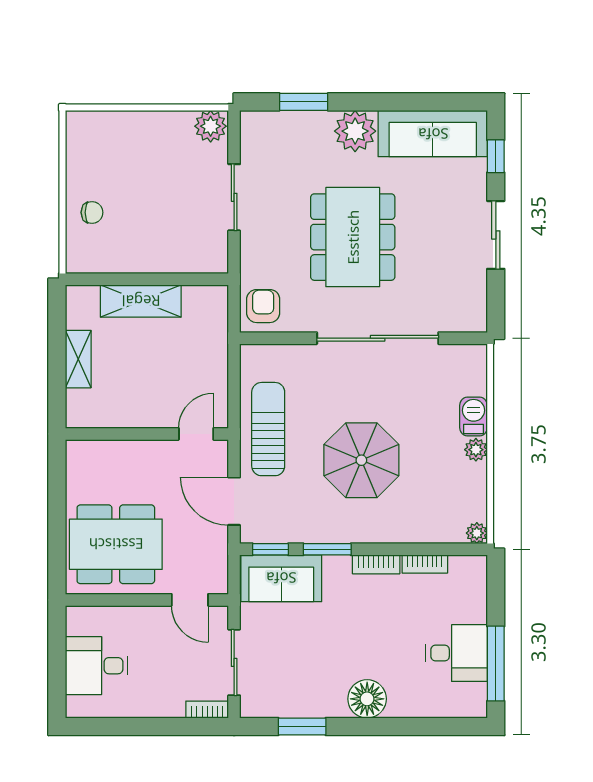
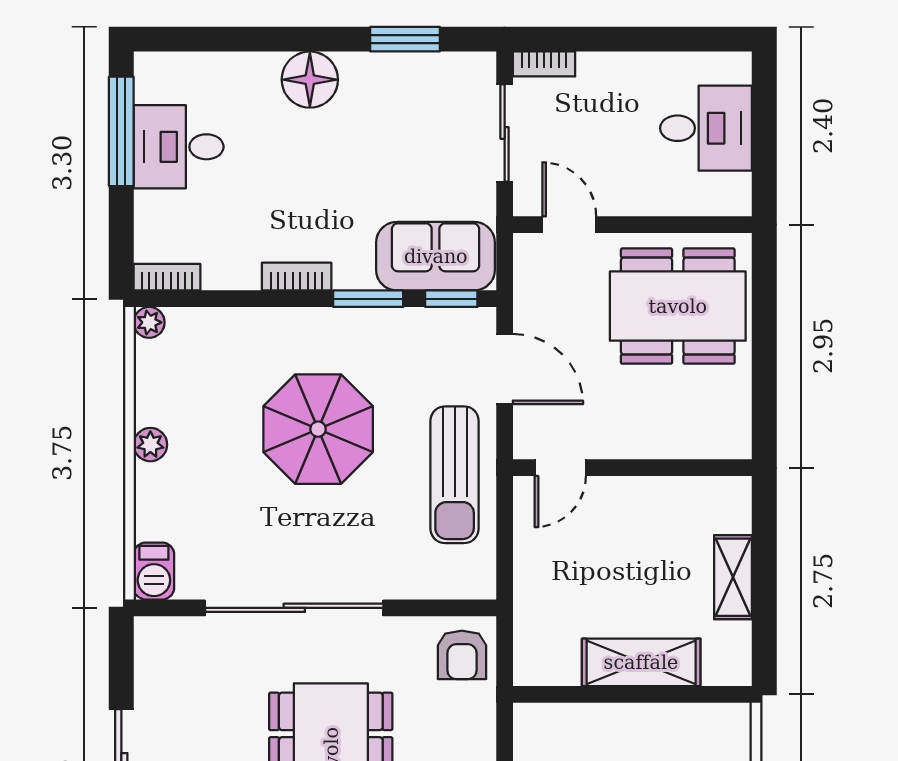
barbecue: (474, 417) -> (154, 571), moved
bookcase: (425, 564) -> (167, 277), moved

